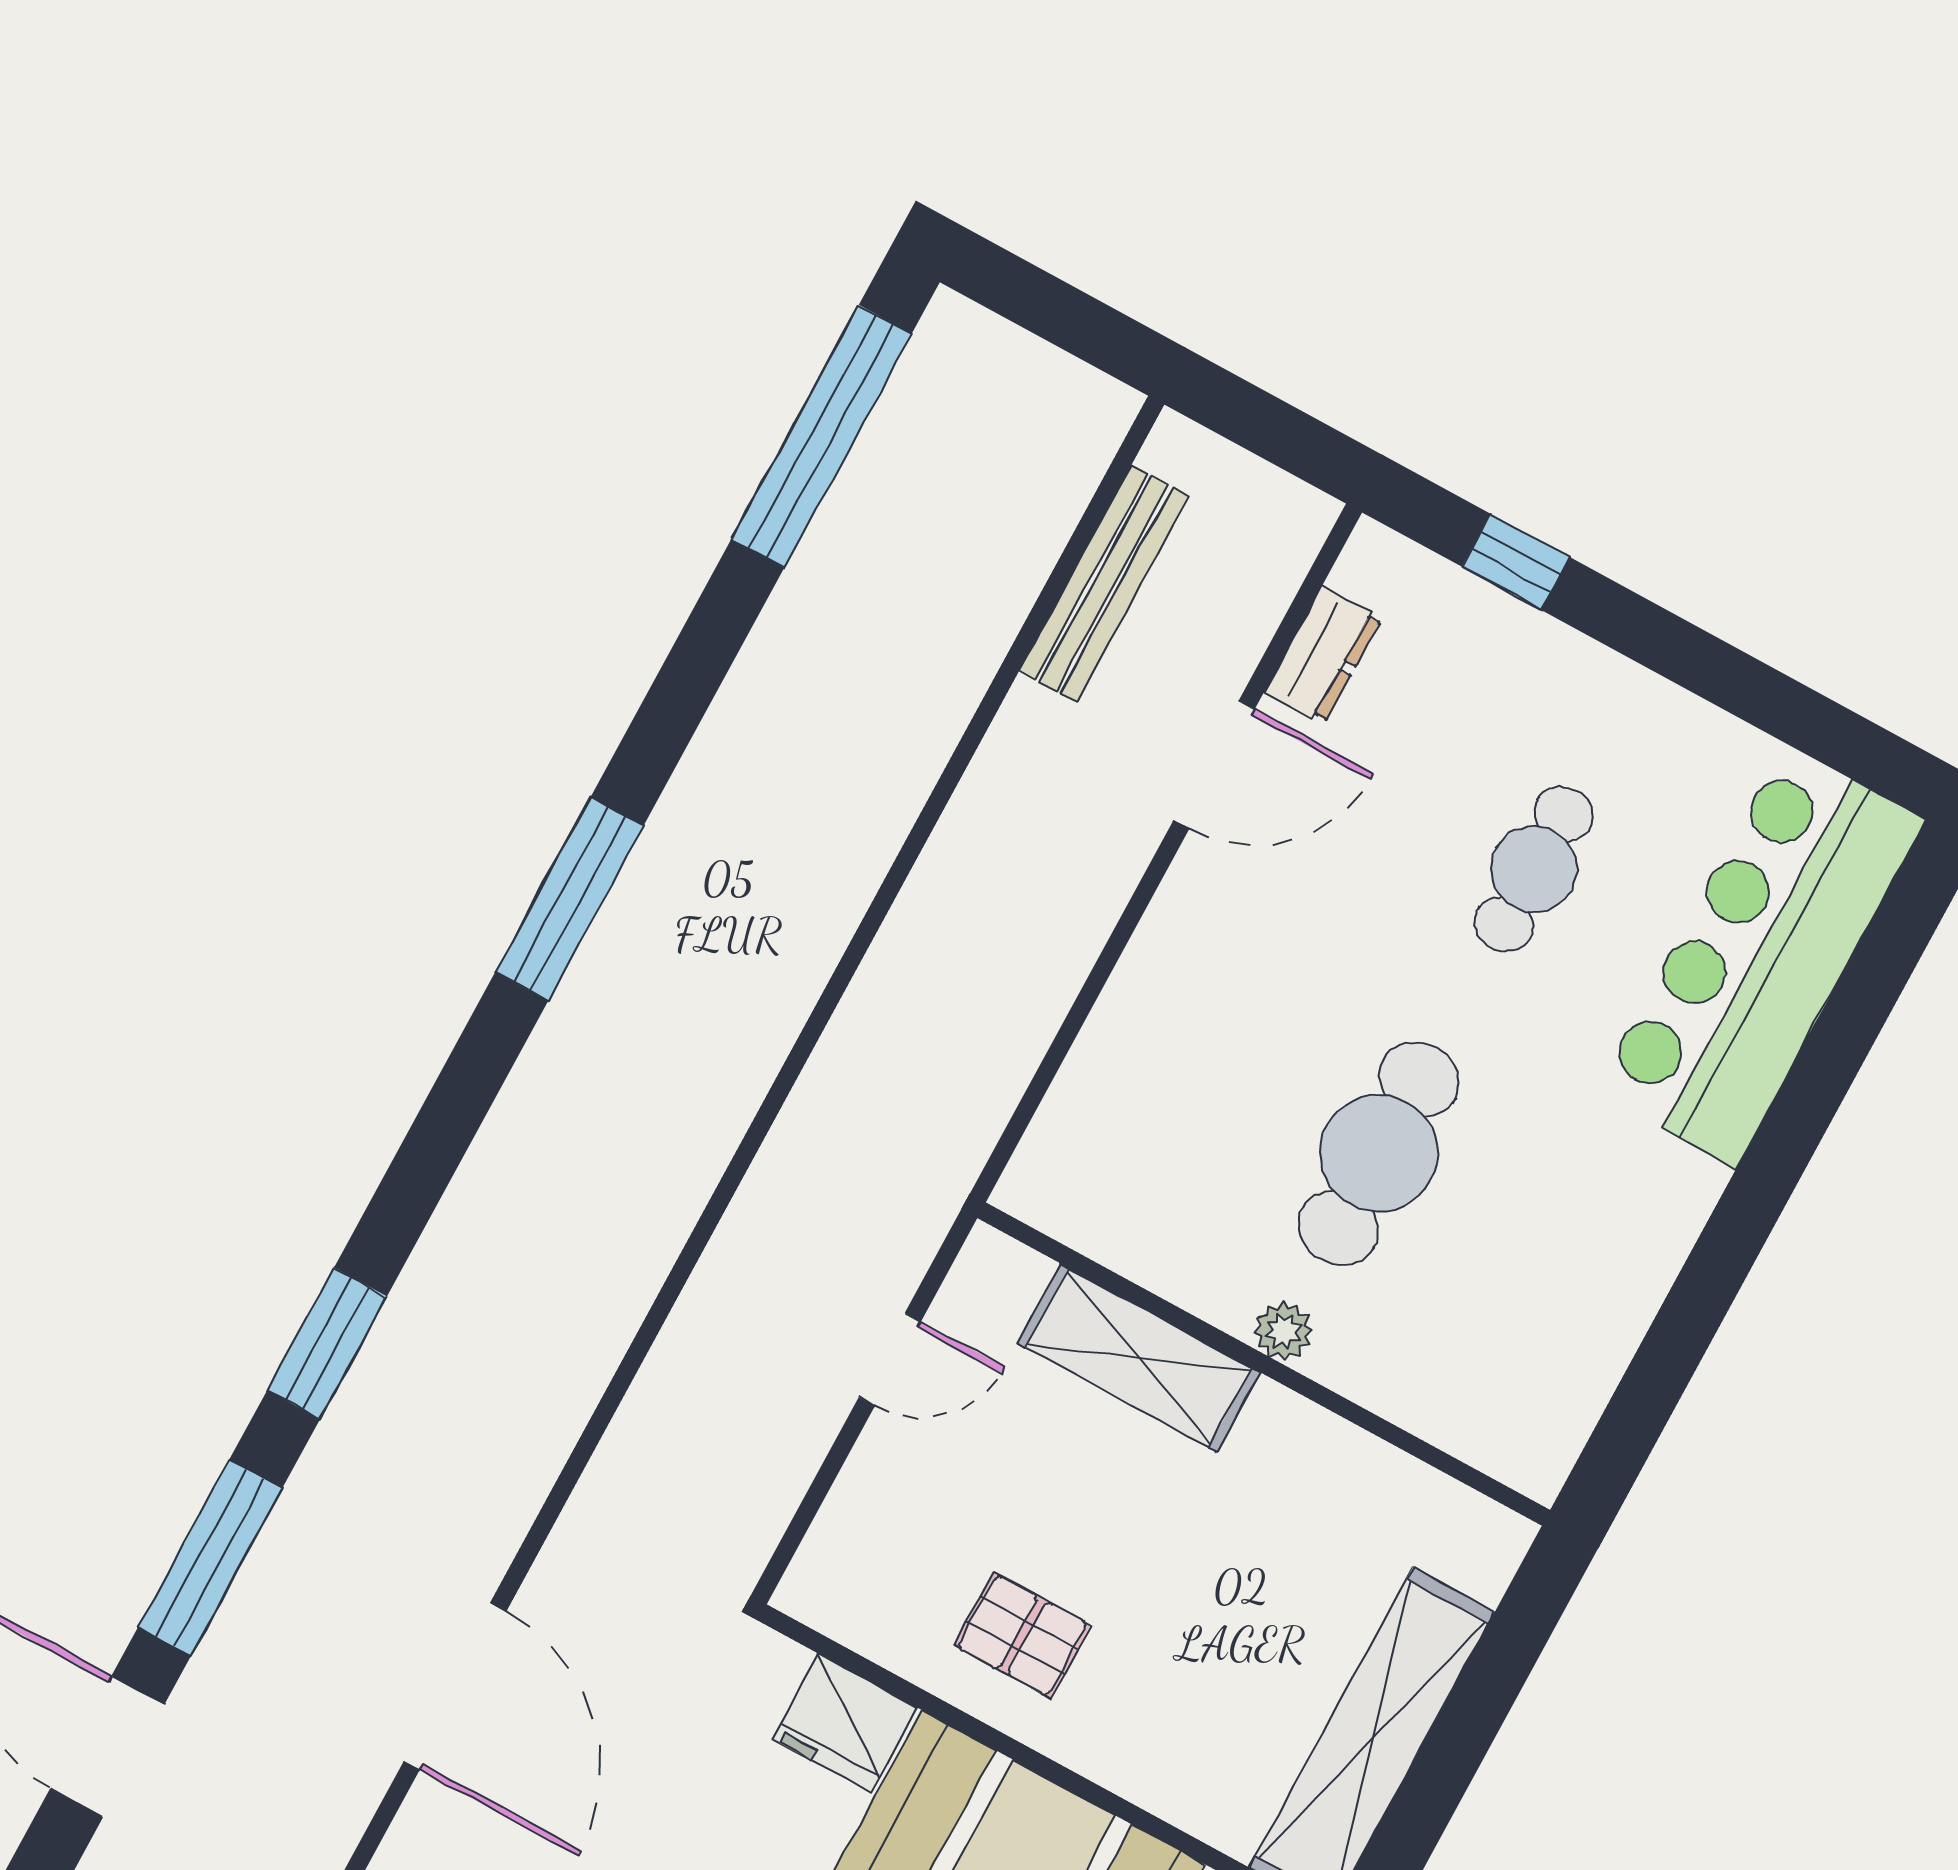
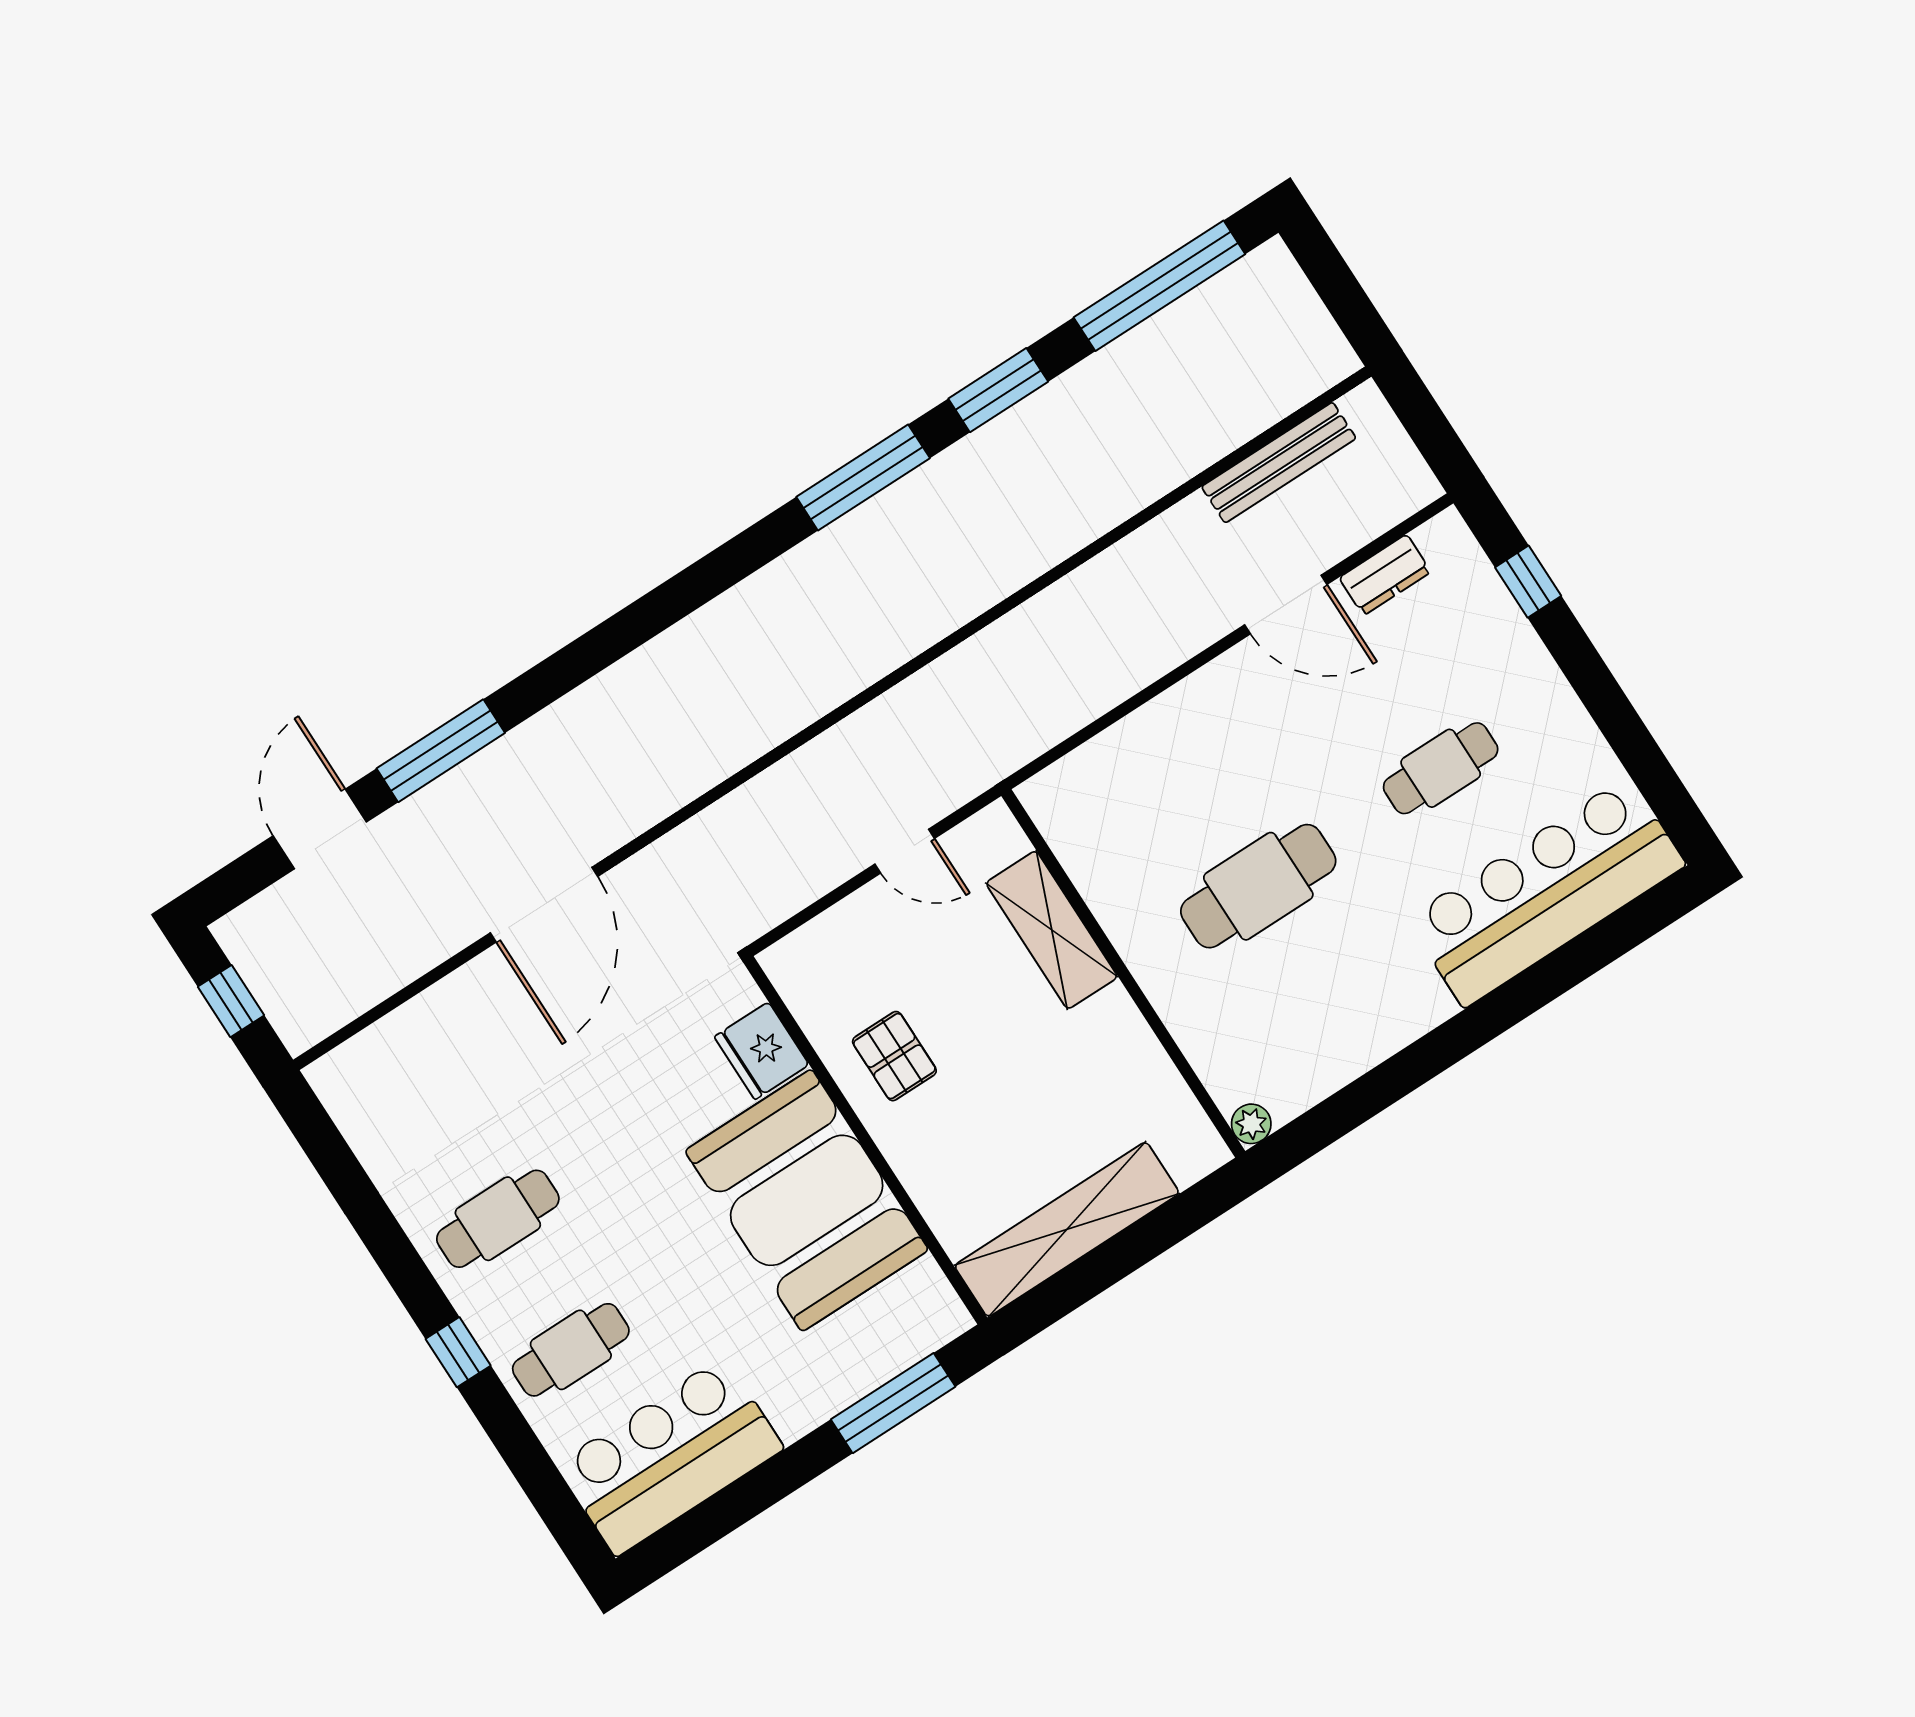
plant: (1283, 1331) -> (1251, 1124), moved
window: (327, 1343) -> (998, 390), moved

